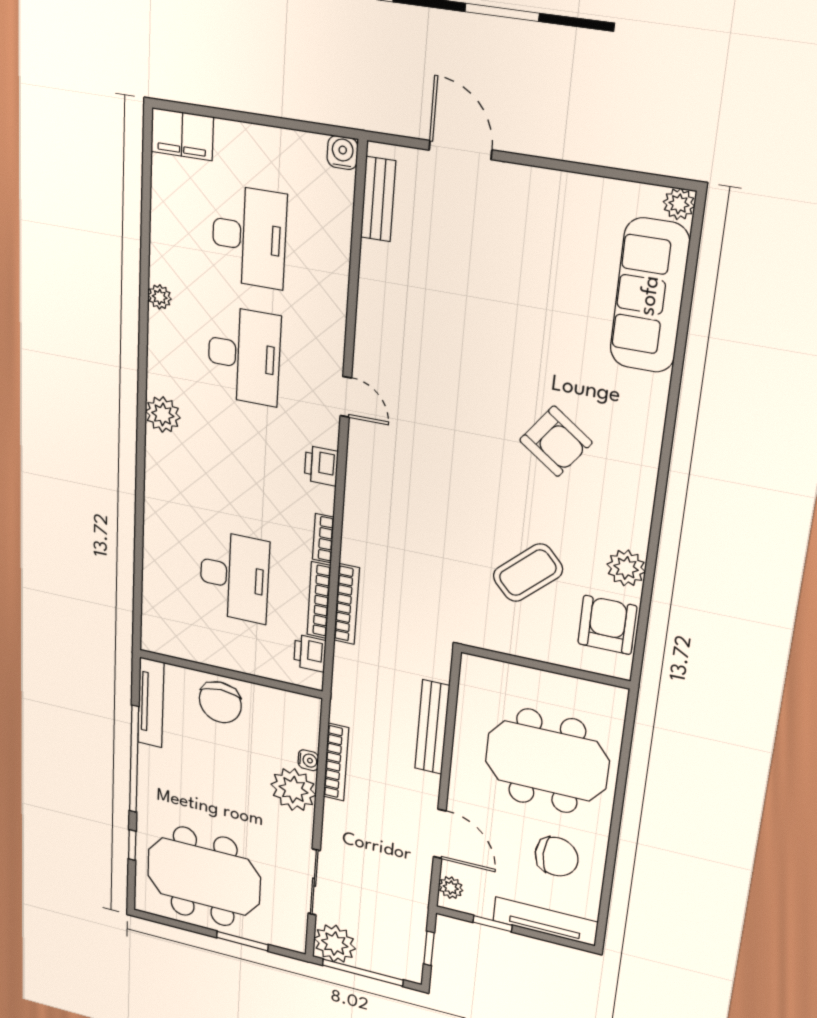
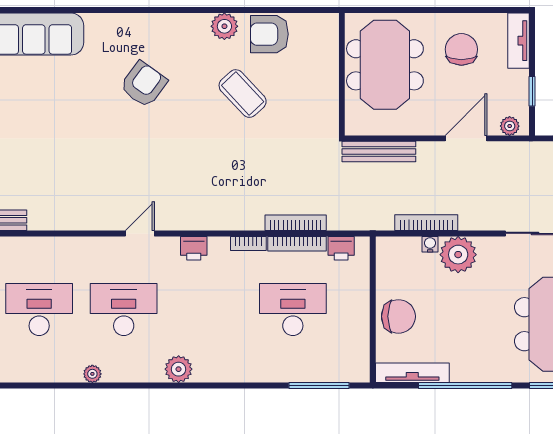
window: (138, 588) -> (319, 386), added
wall: (545, 666) -> (342, 74), moved
tv unit: (545, 921) -> (519, 41), width x0.71

